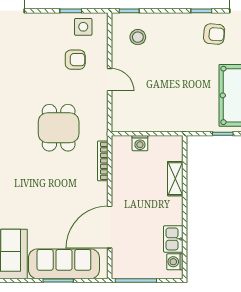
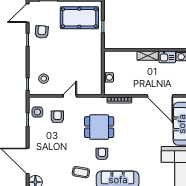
armchair: (15, 132) -> (102, 154), added
shelving: (175, 179) -> (148, 56), moved

